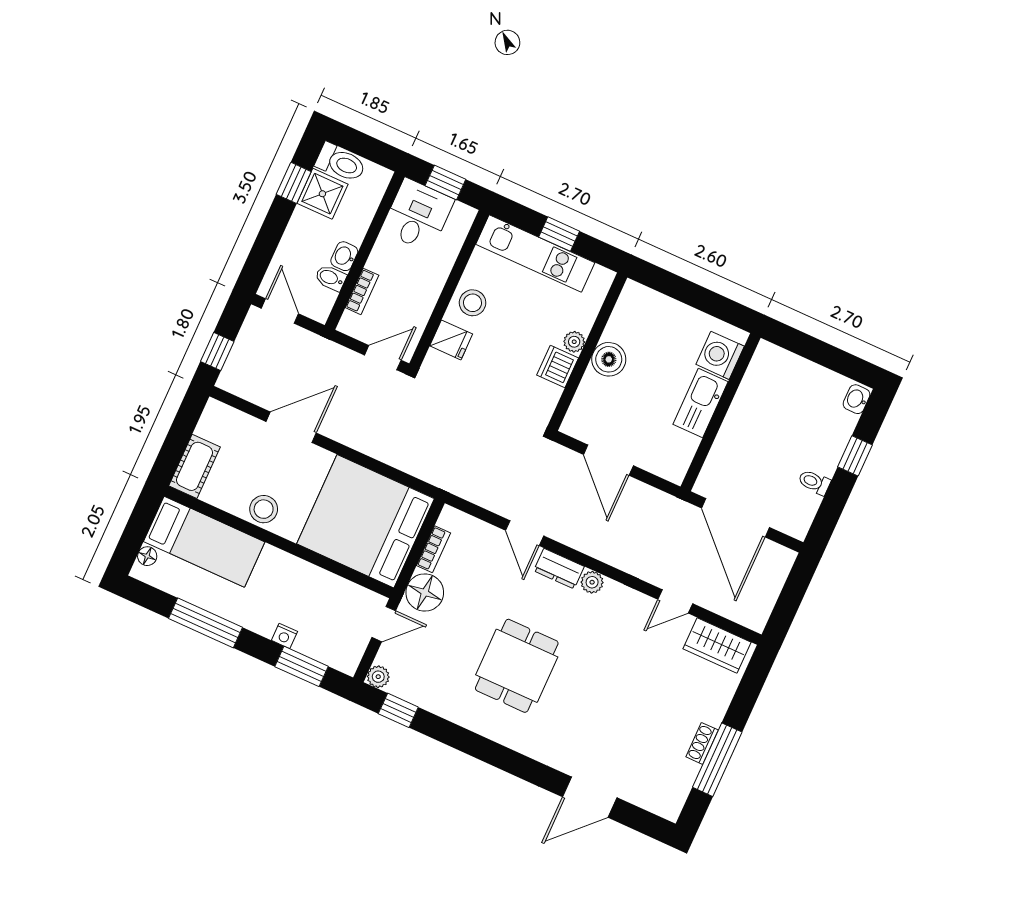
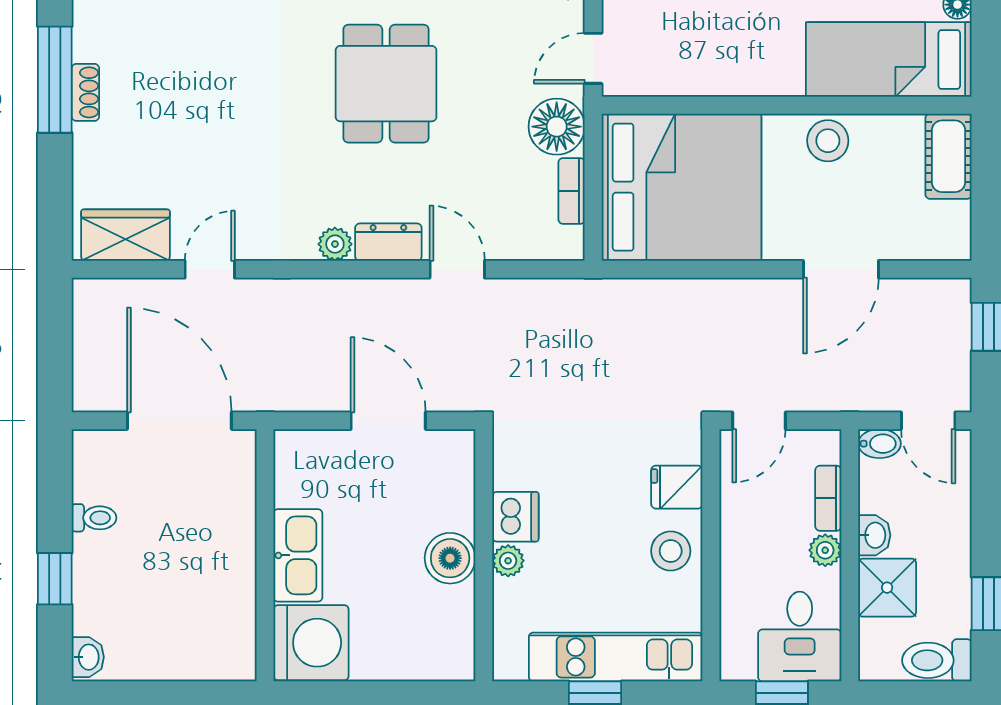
shower: (322, 194) -> (887, 588), moved
plant: (378, 261) -> (825, 550), added
bidet: (331, 278) -> (879, 444), moved
washing machine: (720, 355) -> (311, 643), width x1.37, depth x1.37

